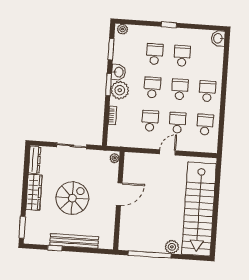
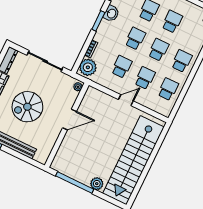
plant: (120, 90) -> (88, 67), moved
sliding door: (72, 146) -> (45, 61), width x1.37
spiral stairs: (72, 198) -> (27, 107), turned 180

